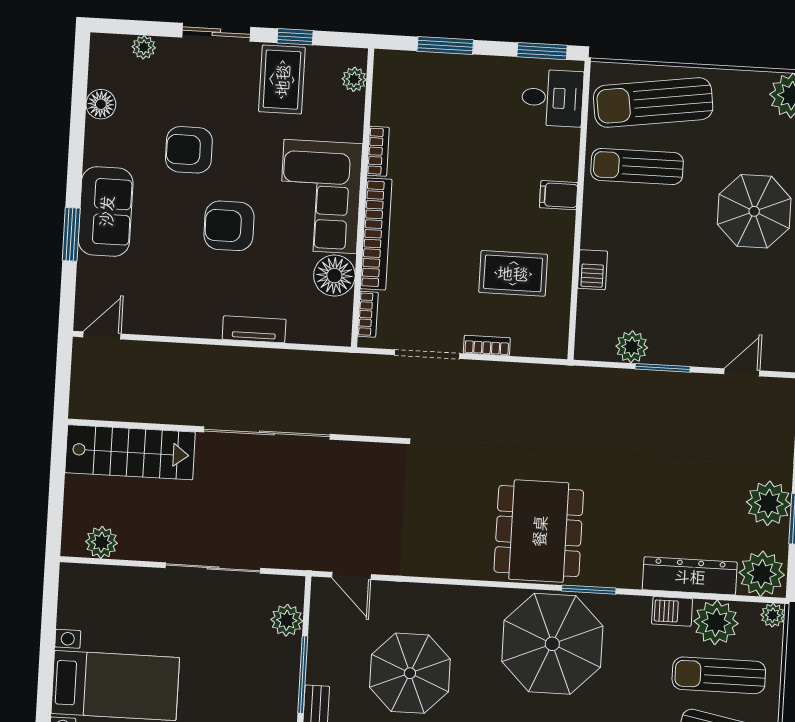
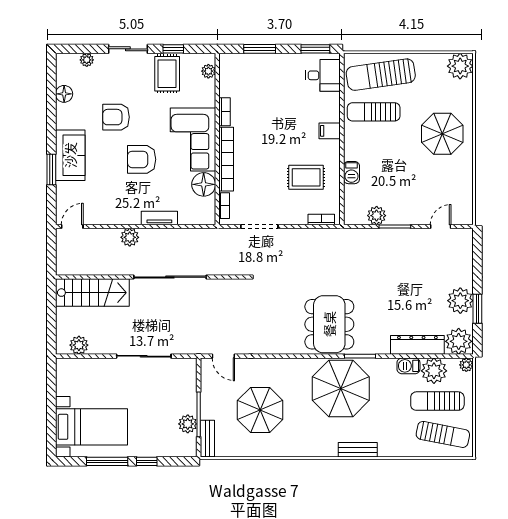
bookcase: (487, 345) -> (321, 220), moved
plant: (201, 360) -> (130, 237), added
plant: (287, 620) -> (188, 424), moved

